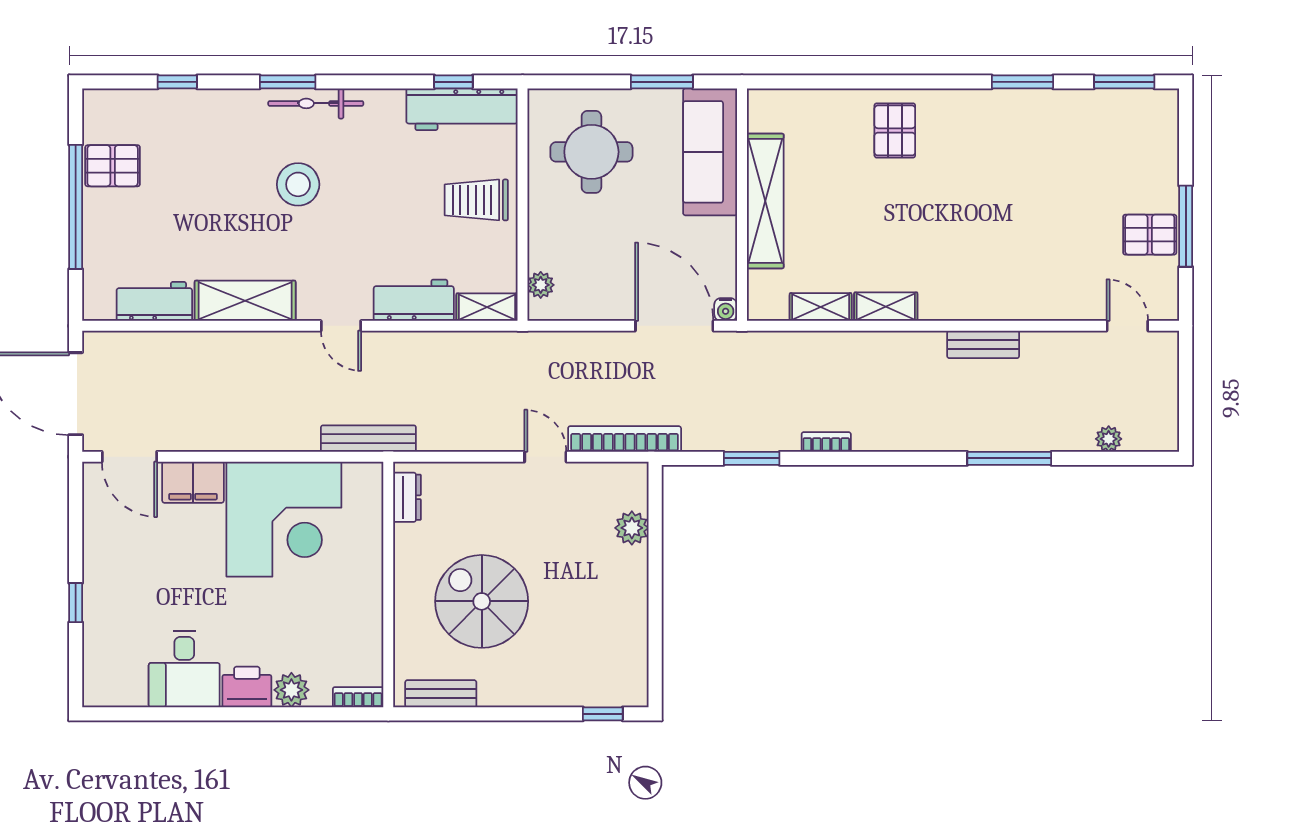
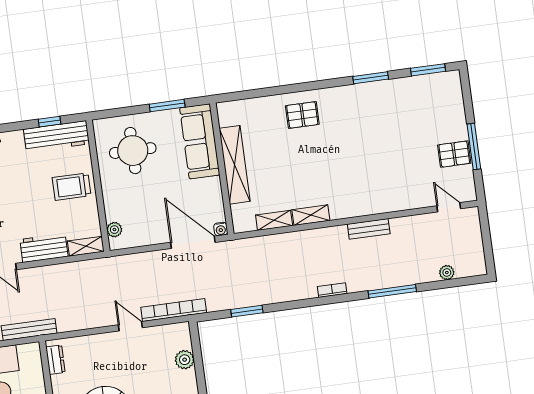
pallet: (895, 130) -> (302, 115), turned 90
bookcase: (826, 442) -> (332, 290), moved

